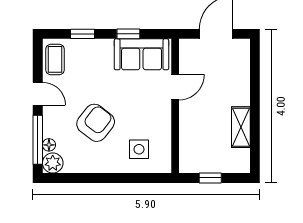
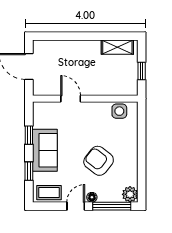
sofa: (141, 54) -> (45, 150), moved
shelving: (241, 127) -> (117, 47), moved
floor lamp: (49, 145) -> (92, 197), moved
side table: (139, 149) -> (119, 111), moved

